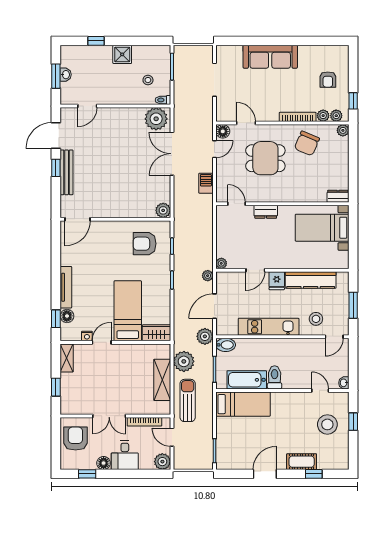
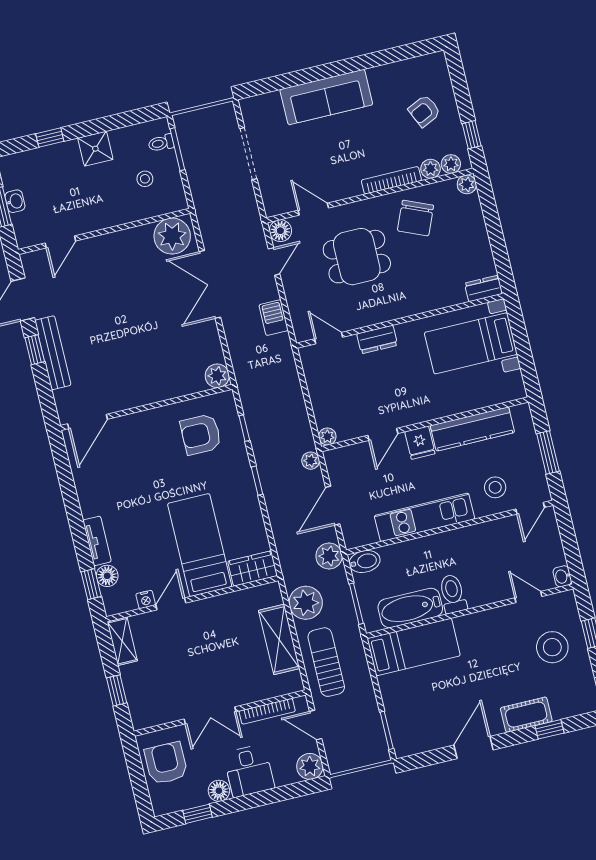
armchair: (328, 80) -> (424, 111), turned 65
toilet: (163, 100) -> (161, 143), moved
tv unit: (66, 287) -> (97, 541), width x0.71

